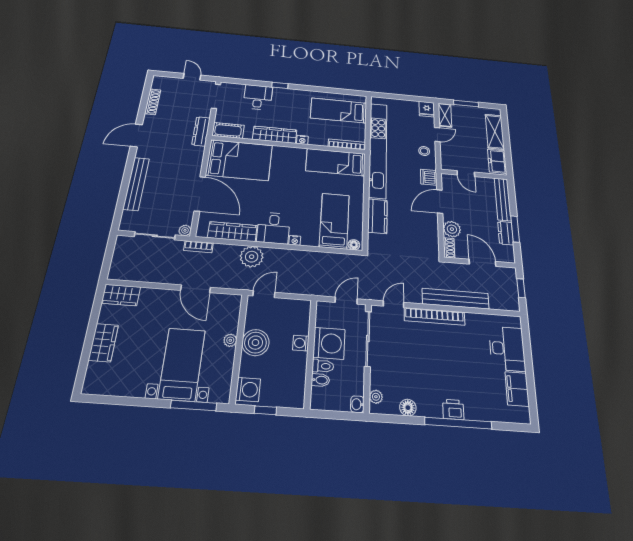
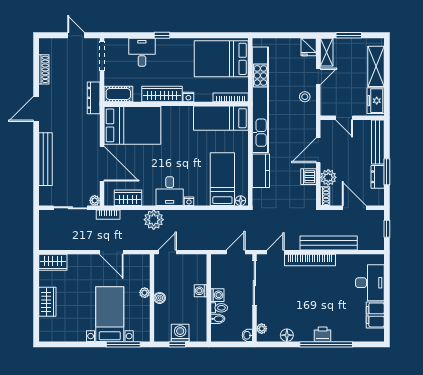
bed: (339, 110) -> (221, 59), width x1.50
dishwasher: (429, 177) -> (309, 177), moved
wardrobe: (232, 232) -> (128, 198), width x0.67
boiler: (255, 343) -> (160, 298), width x0.54, depth x0.54
washing machine: (329, 343) -> (217, 295), width x0.53, depth x0.53
washing machine: (248, 389) -> (180, 333), moved, turned -90

